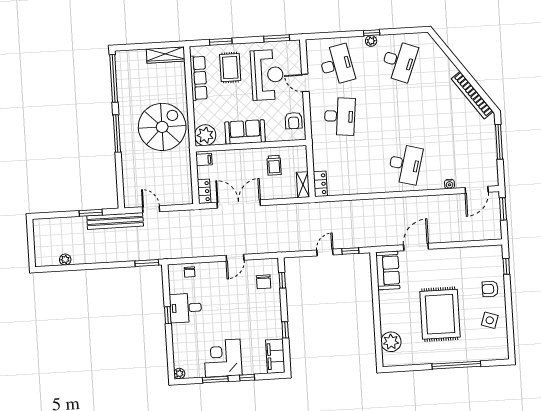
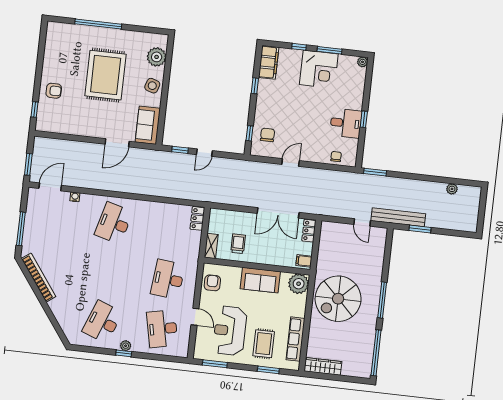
shelving: (303, 185) -> (211, 246), moved
side table: (490, 320) -> (152, 86), moved

